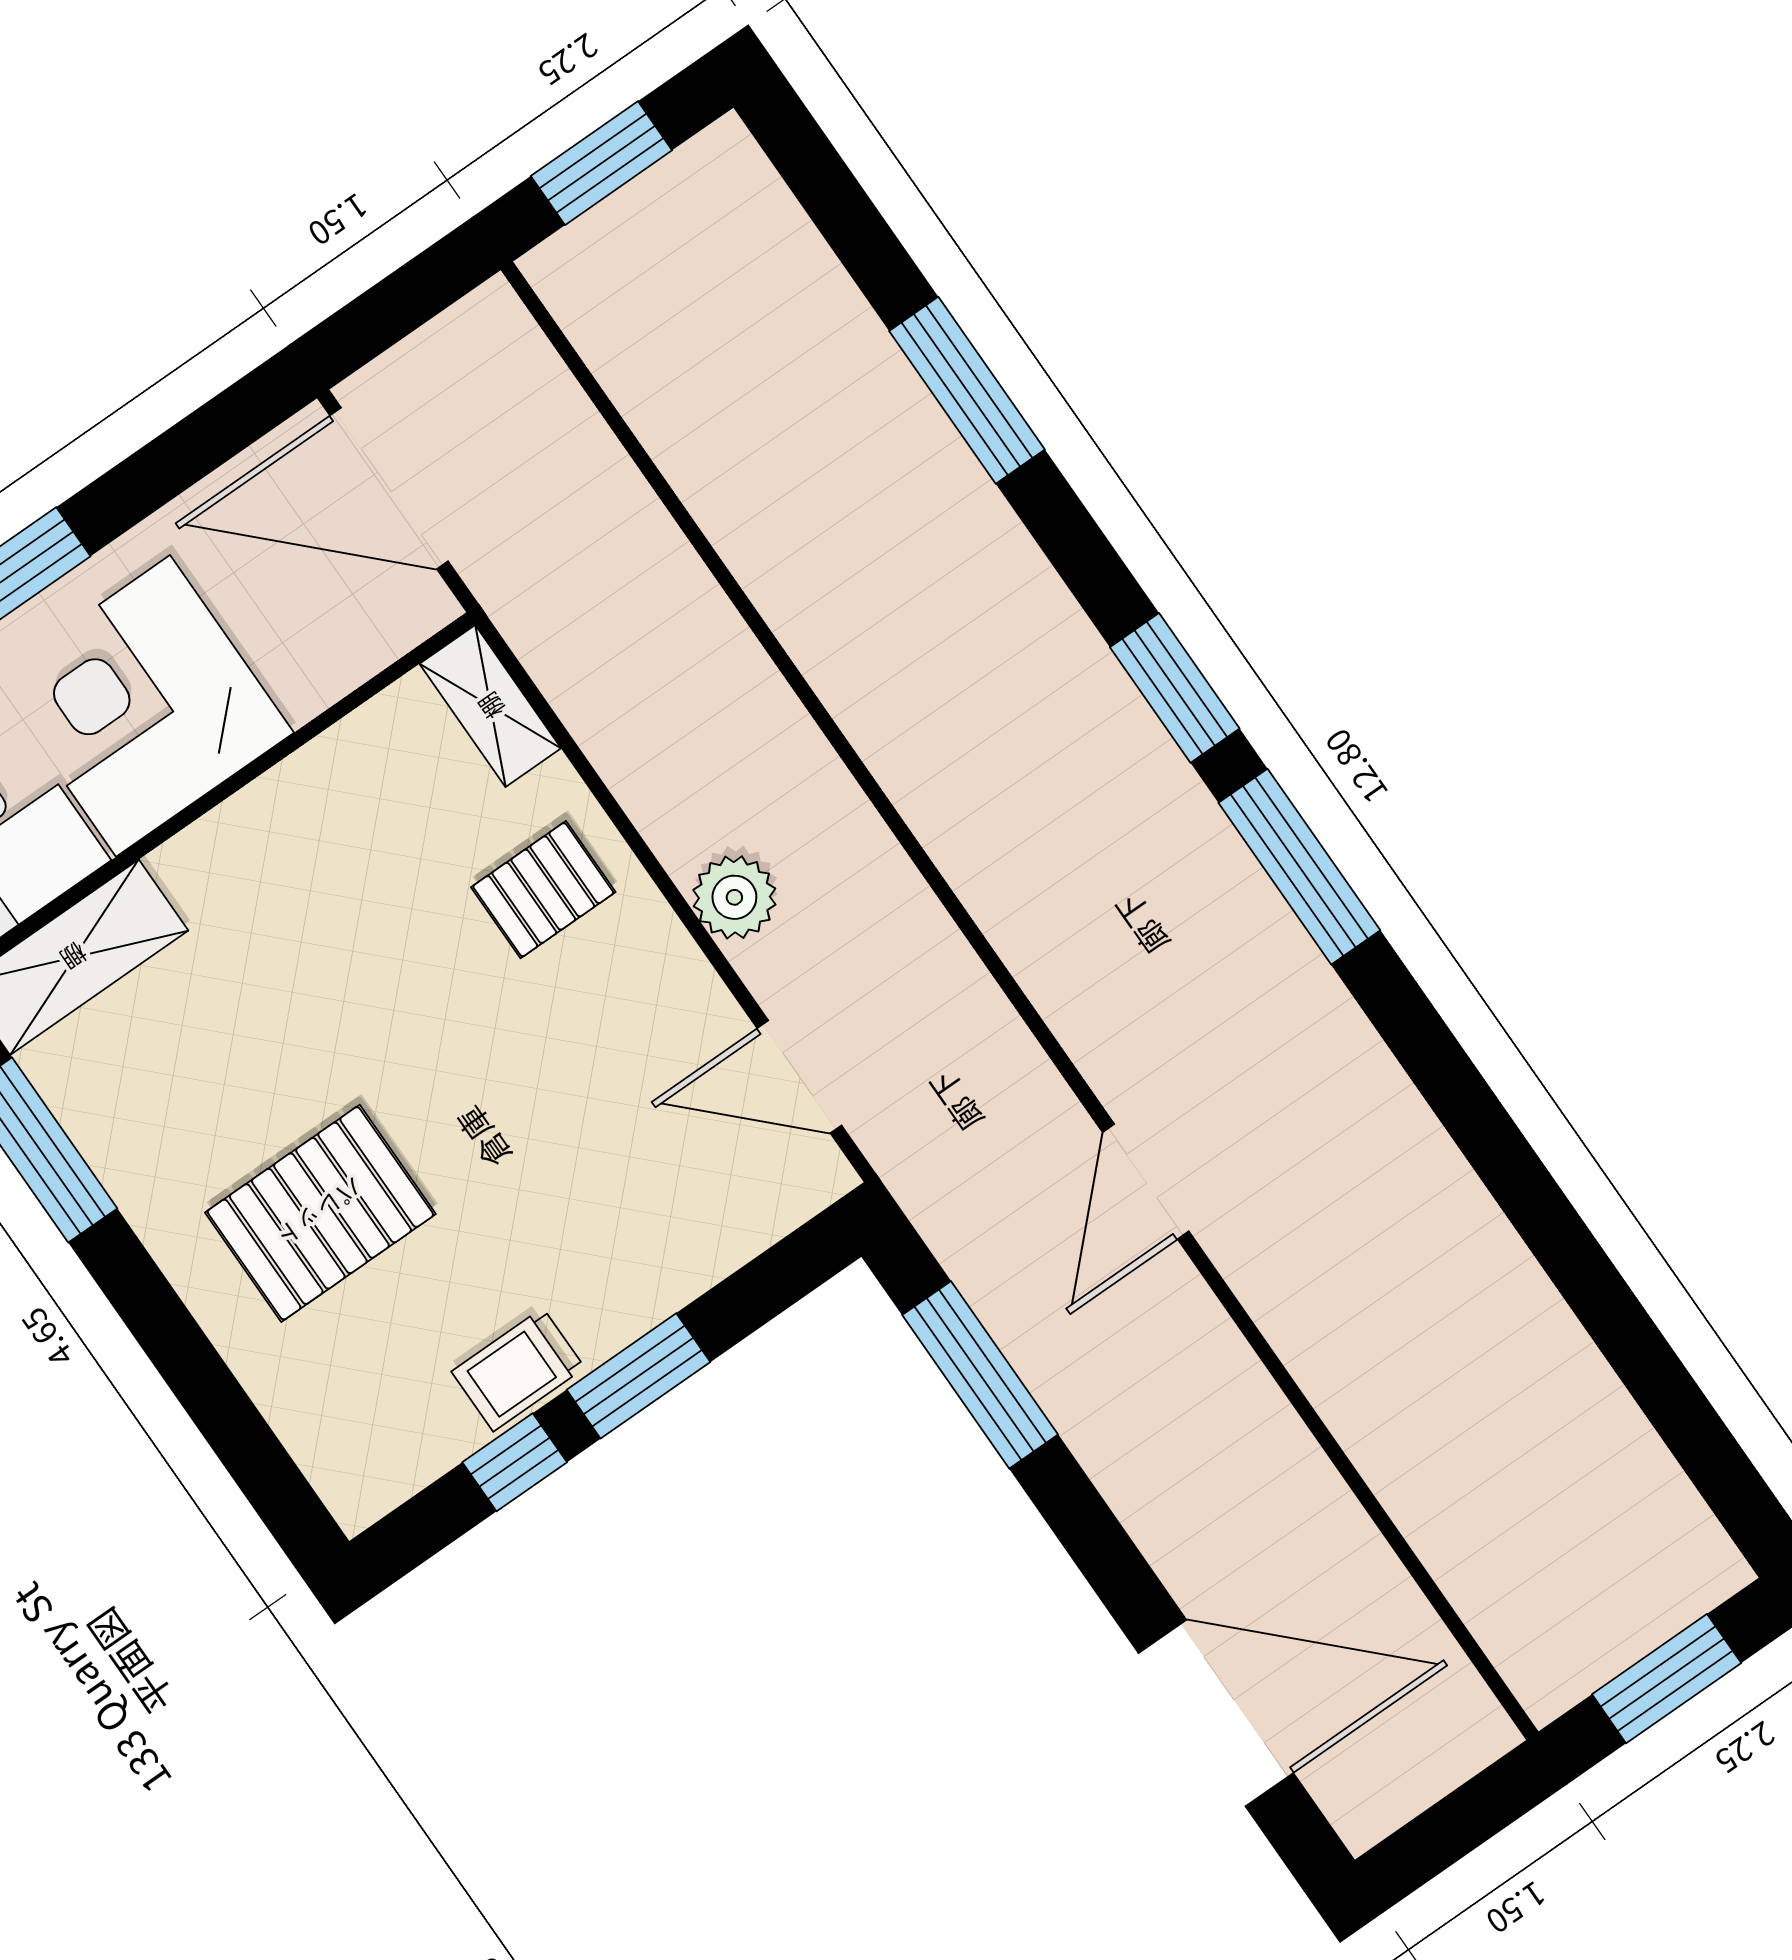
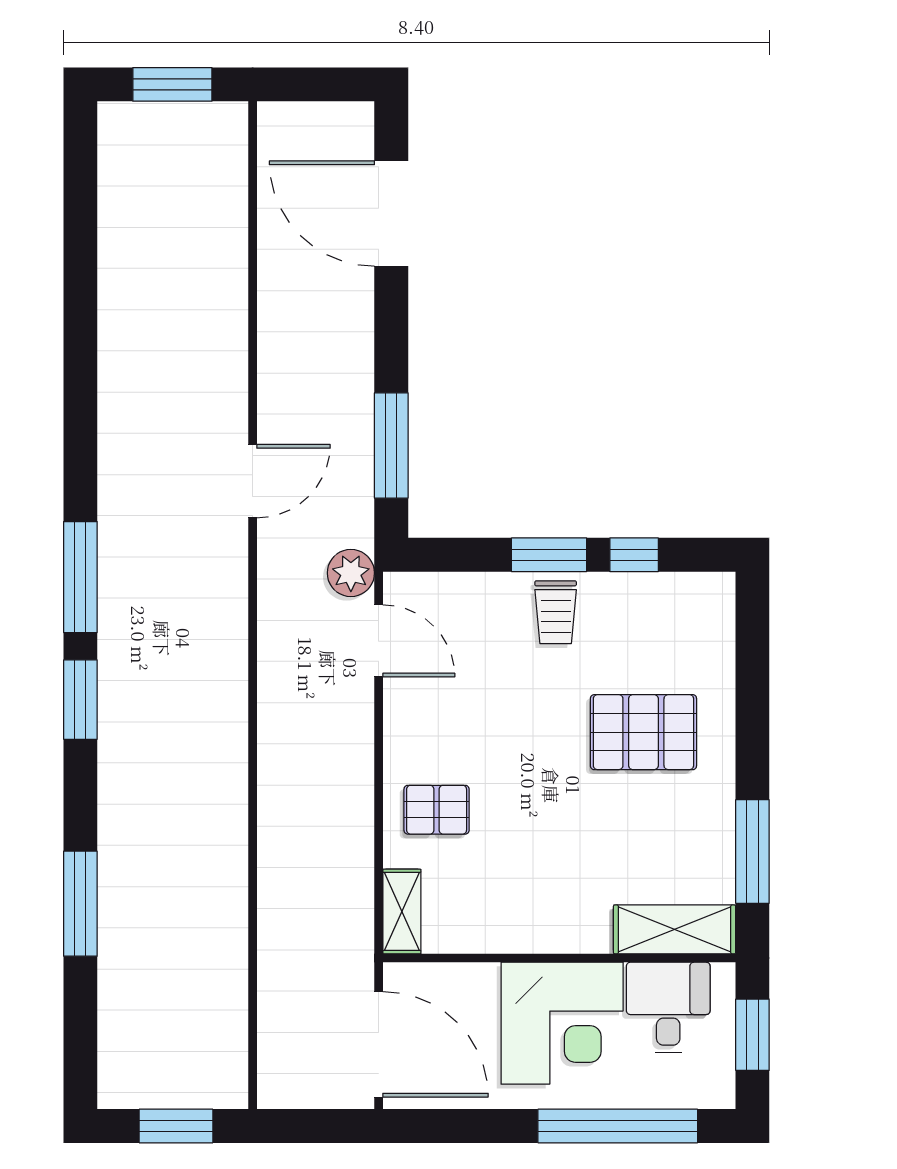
plant: (734, 897) -> (351, 573), moved
trolley: (518, 1370) -> (556, 612), moved, turned 90

